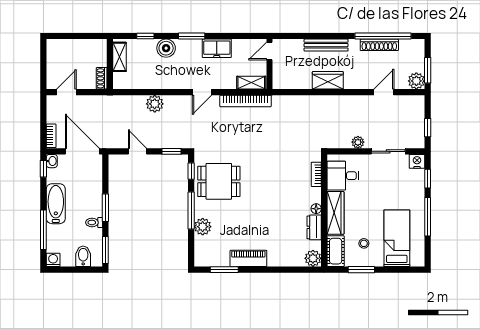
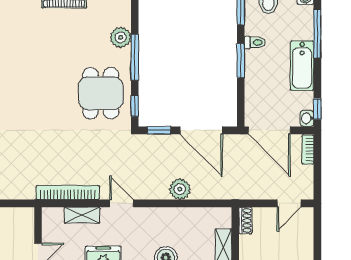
shelving: (251, 83) -> (82, 215), moved
door: (202, 92) -> (122, 203), hinge flipped
door: (138, 151) -> (201, 130), width x1.88
dining table: (219, 181) -> (101, 93), turned 90

